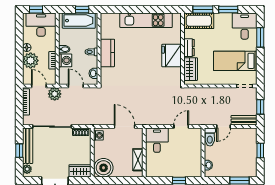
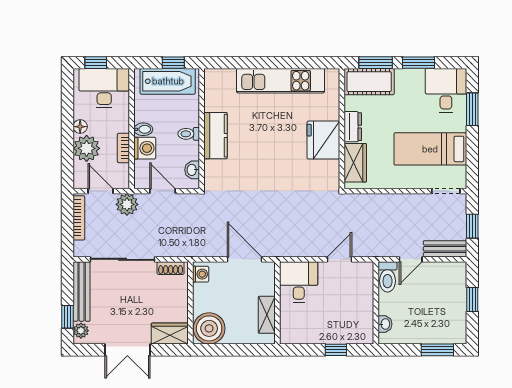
window: (19, 151) -> (68, 317), moved

